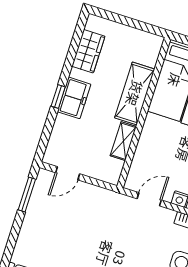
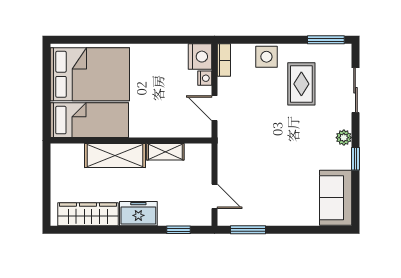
wardrobe: (88, 51) -> (88, 214), width x1.50
window: (58, 96) -> (178, 230), moved

